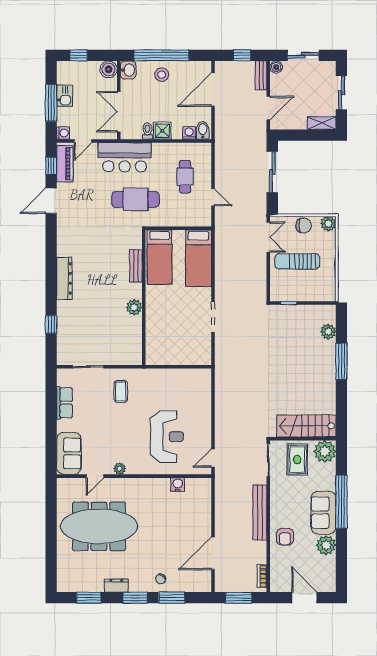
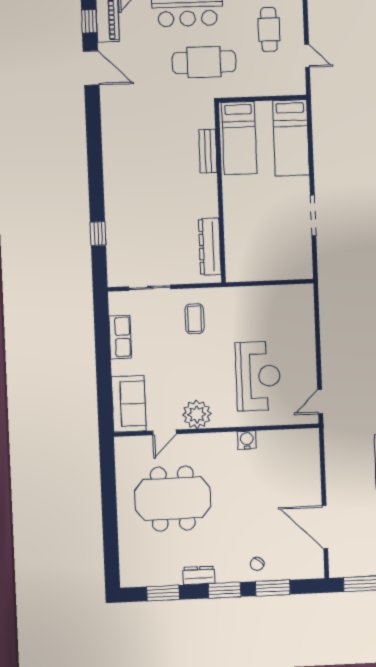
door: (51, 201) -> (91, 68), swing flipped
dresser: (64, 278) -> (210, 247), moved, turned 180
plant: (134, 307) -> (208, 206), removed
plant: (120, 469) -> (197, 414), width x1.88, depth x1.88
water cooler: (178, 485) -> (247, 440), moved
meeting table: (99, 526) -> (173, 499), width x0.73
door: (213, 553) -> (325, 527), hinge flipped

